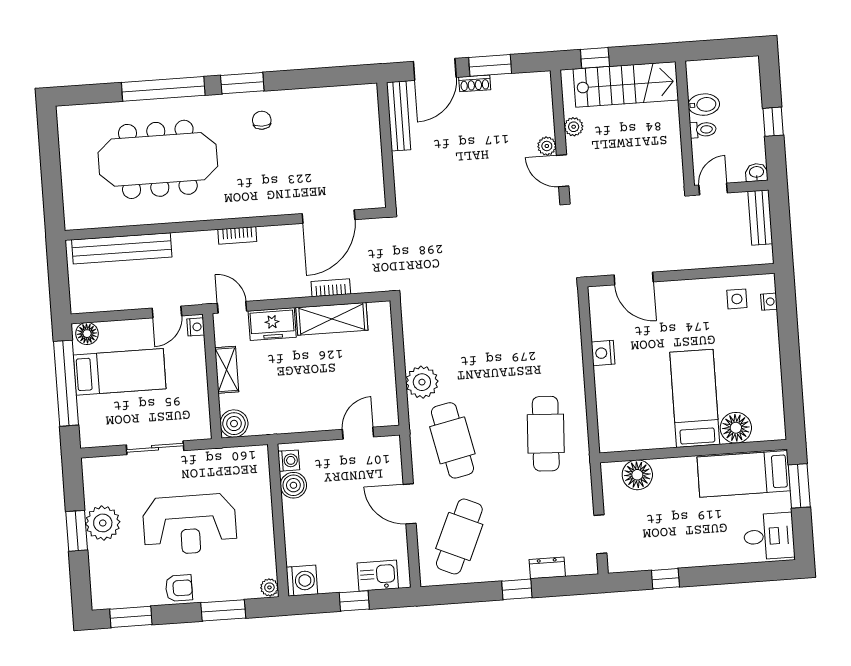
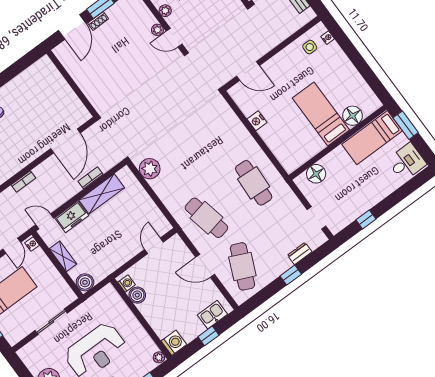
bench: (399, 116) -> (69, 64), removed
plant: (422, 382) -> (150, 169), moved

